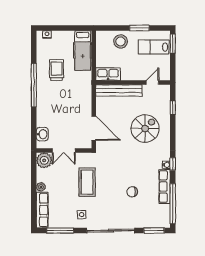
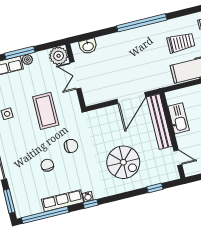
trolley: (57, 70) -> (181, 43), moved
kitchen sink: (108, 74) -> (179, 118), moved
door: (94, 128) -> (131, 98), moved
chair: (121, 168) -> (71, 146), added
coffee table: (87, 182) -> (46, 111), turned 90
window: (34, 192) -> (20, 53), added

